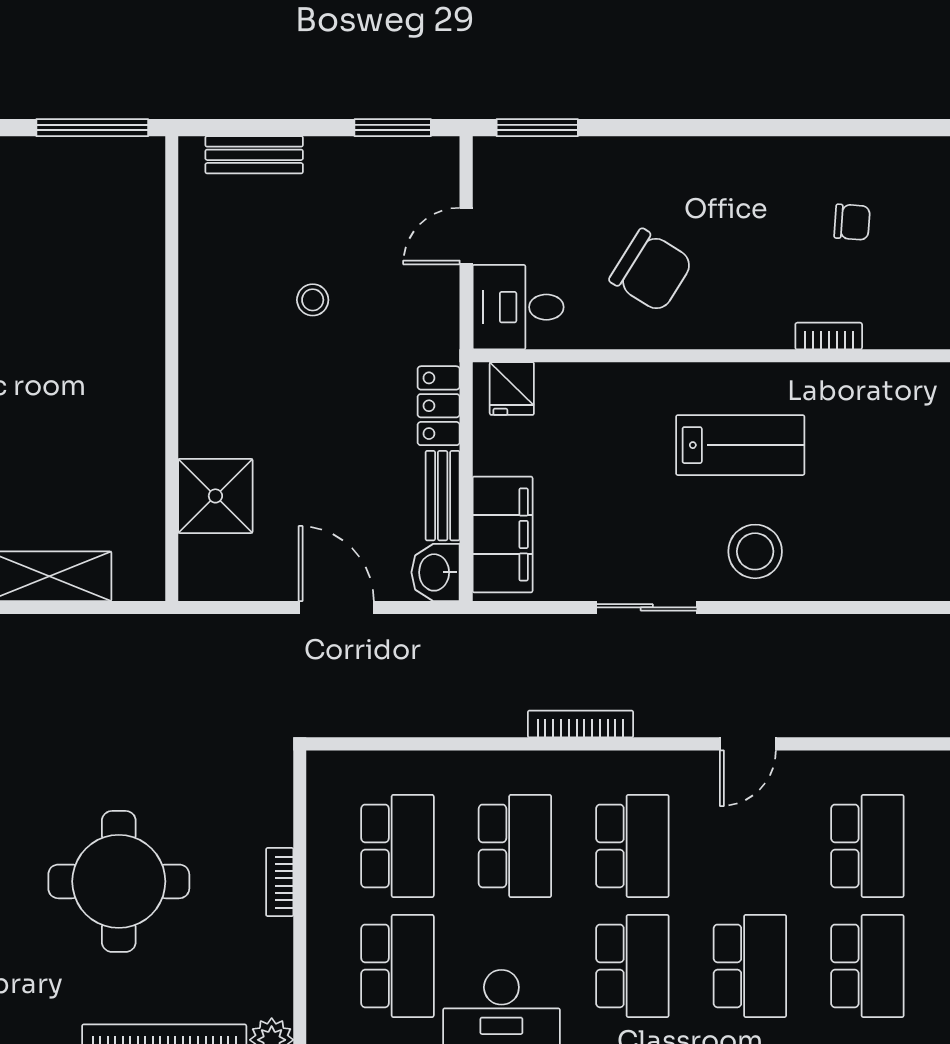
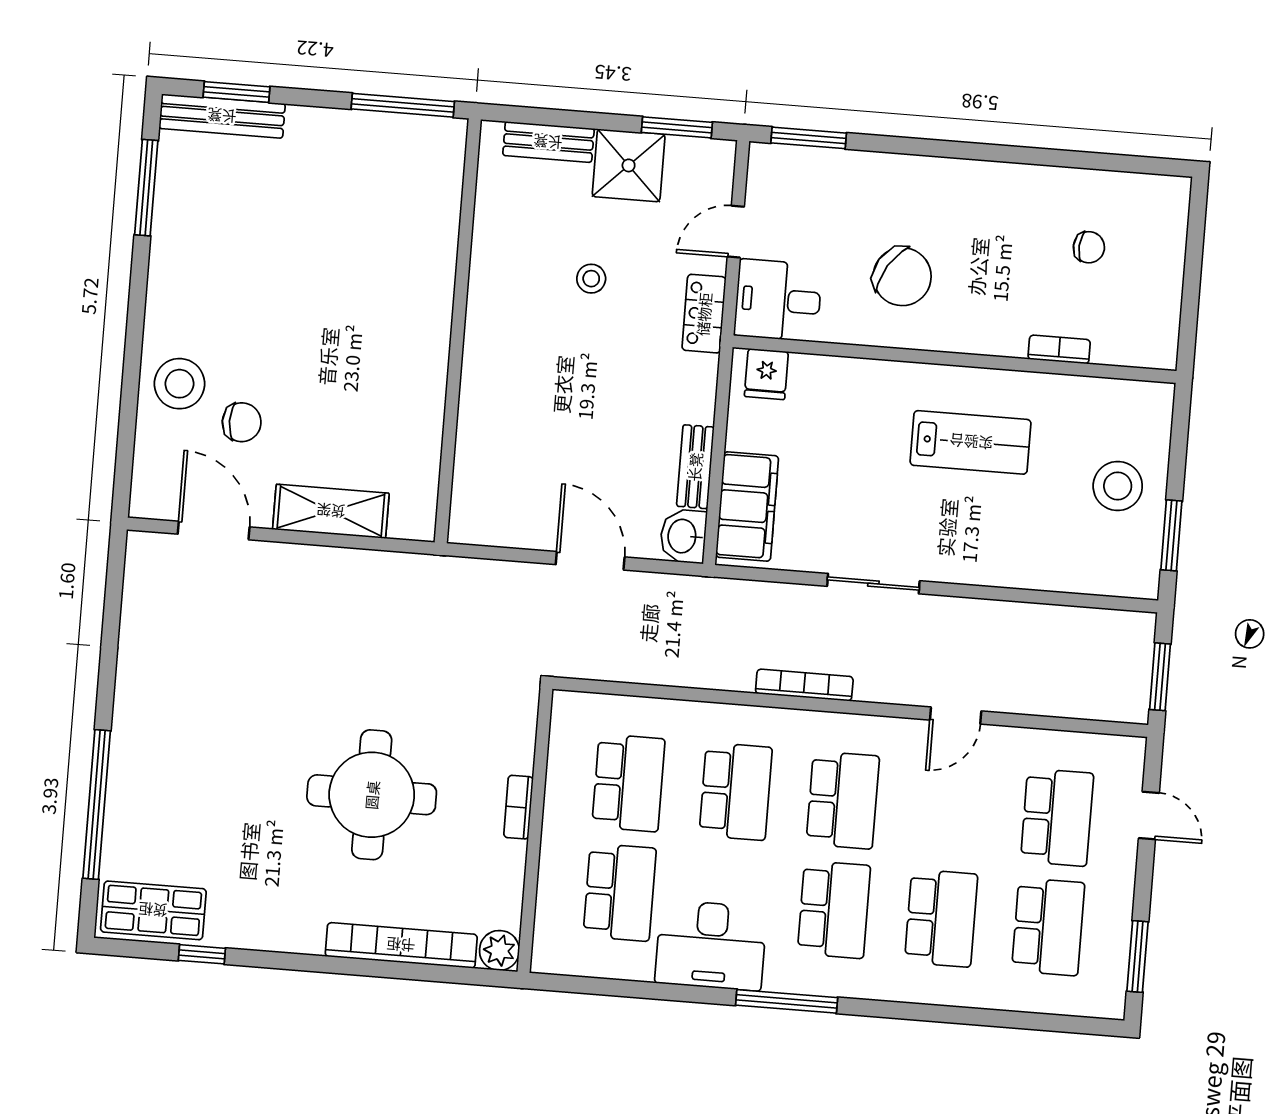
locker: (439, 406) -> (704, 314), moved
shower: (215, 496) -> (629, 165), moved
stool: (755, 551) -> (1118, 486), moved

